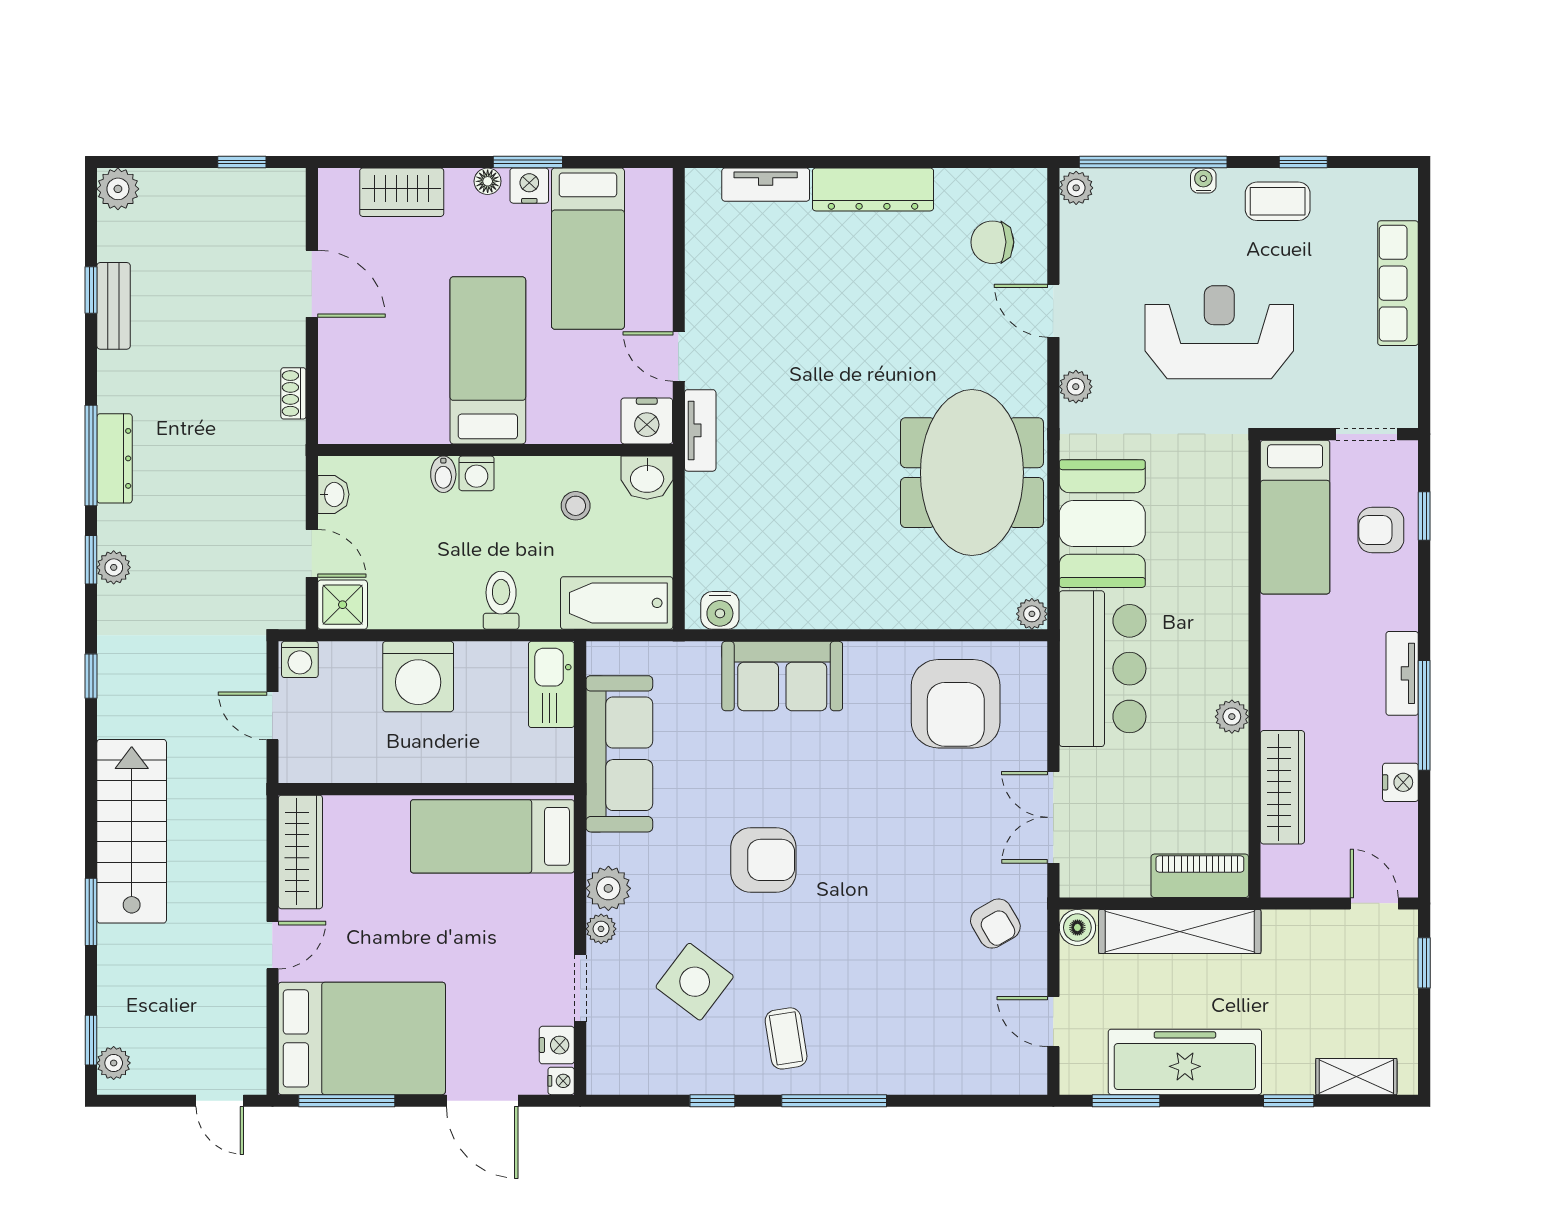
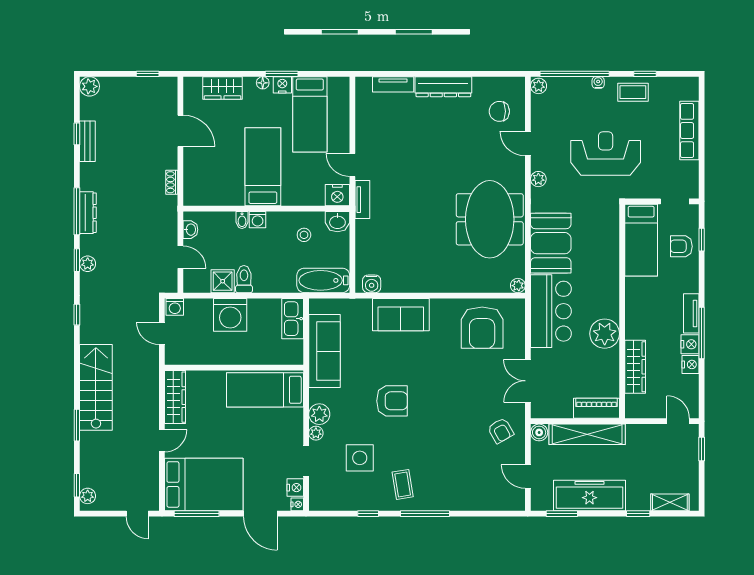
toilet: (501, 600) -> (244, 279), moved
shower: (343, 605) -> (223, 281), moved
plant: (1232, 717) -> (605, 334), width x1.88, depth x1.88
nightstand: (1399, 739) -> (690, 344), added
side table: (695, 982) -> (360, 458), turned -37

